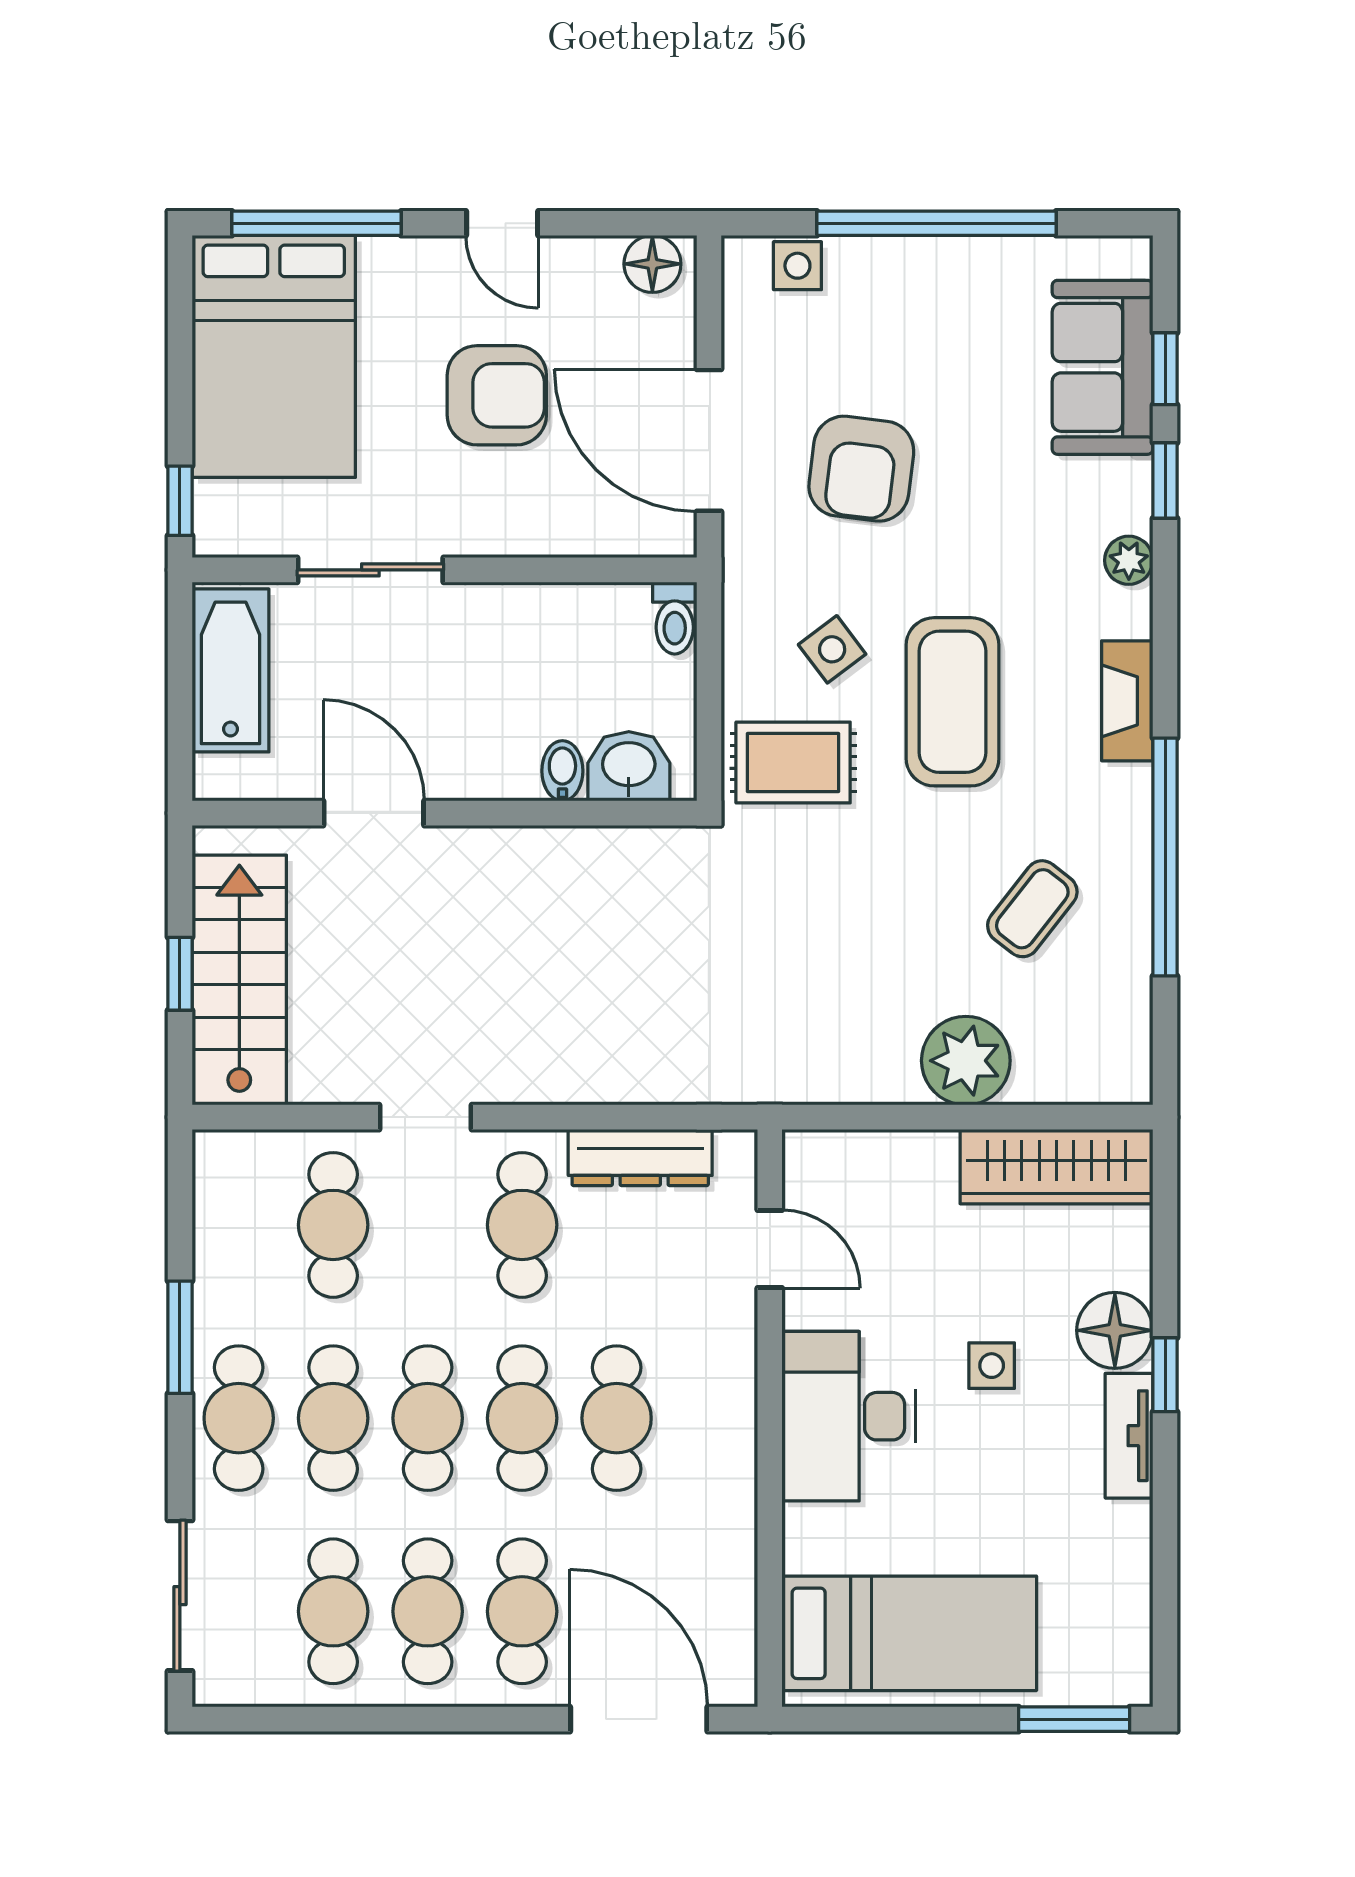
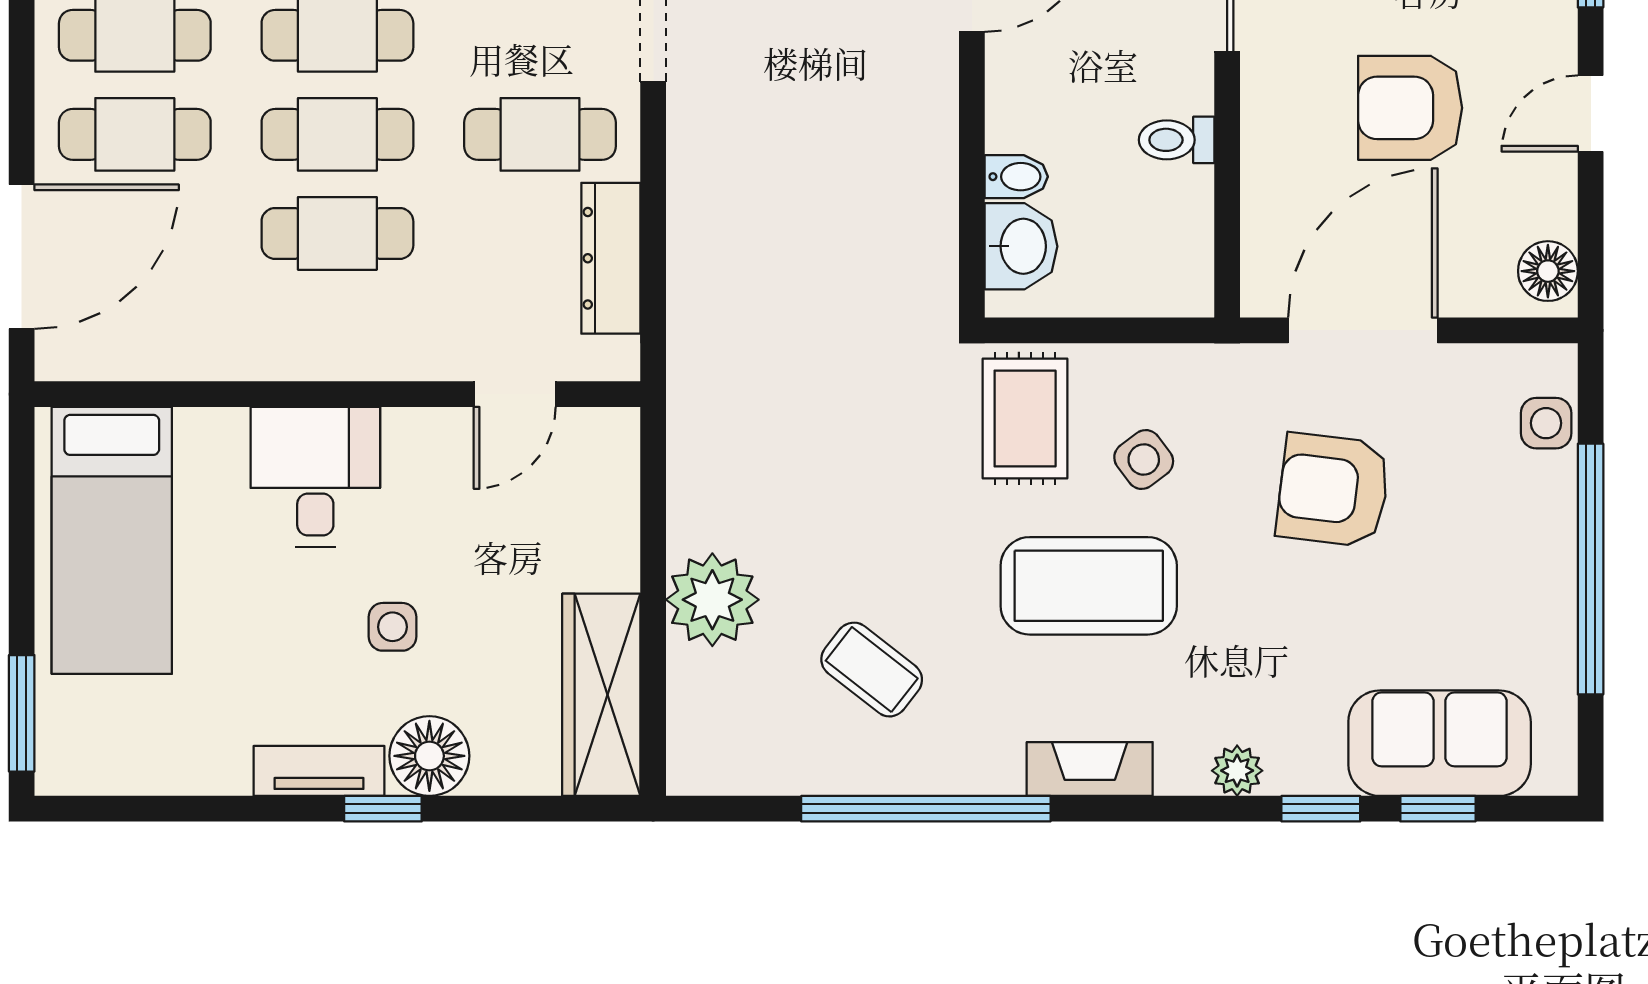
armchair: (497, 395) -> (1410, 108), turned 90
toilet: (675, 618) -> (1177, 140), moved
desk: (849, 1416) -> (315, 477), width x0.73

